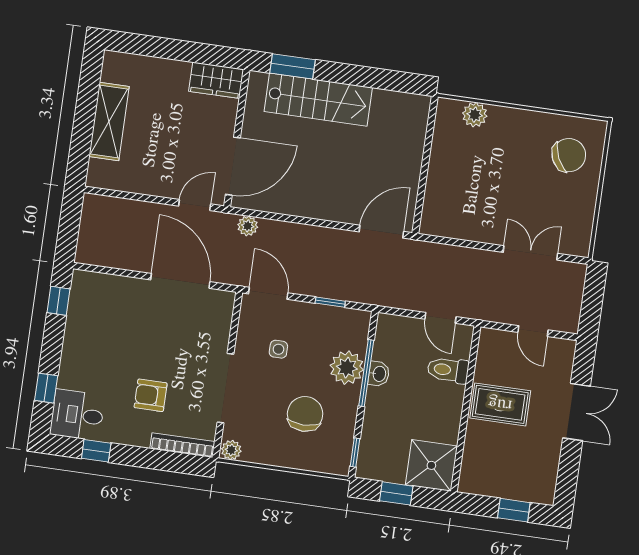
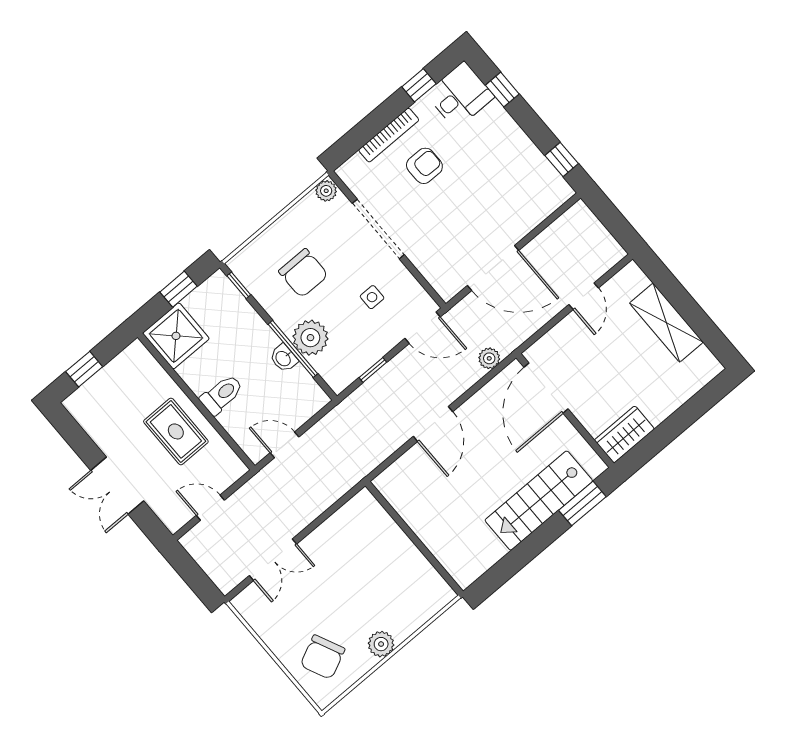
plant: (475, 115) -> (381, 644), moved
door: (195, 205) -> (584, 296), moved
door: (381, 232) -> (433, 424), moved
toilet: (448, 370) -> (222, 395), moved
rug: (500, 404) -> (176, 431), turned 90
bookcase: (182, 445) -> (389, 135), moved

